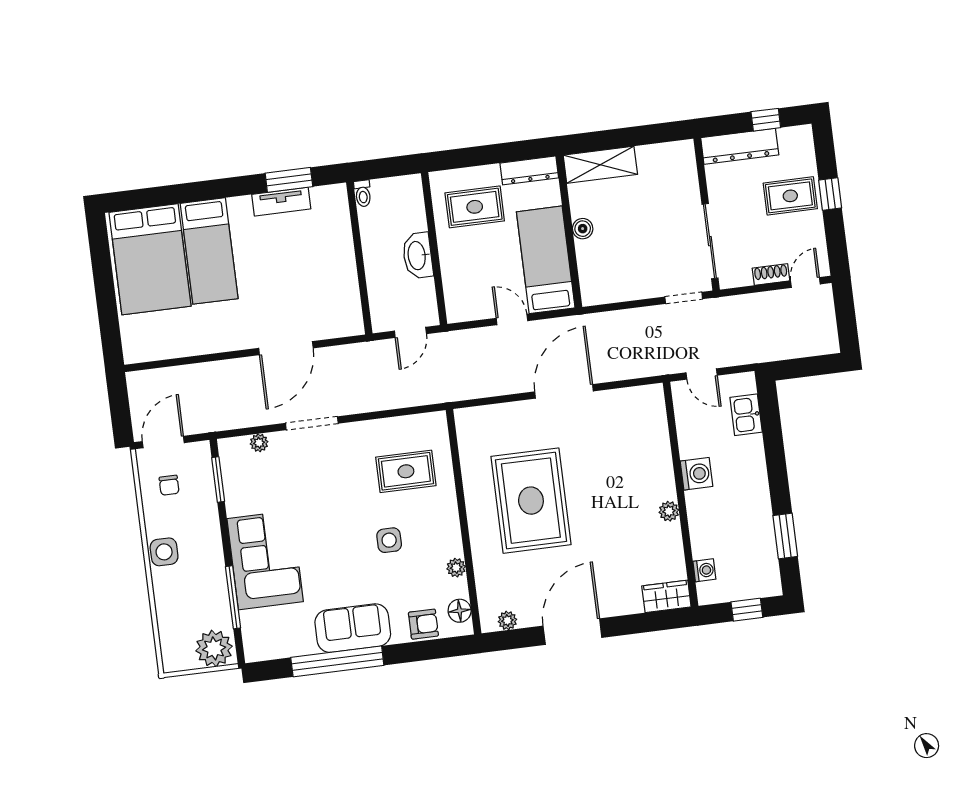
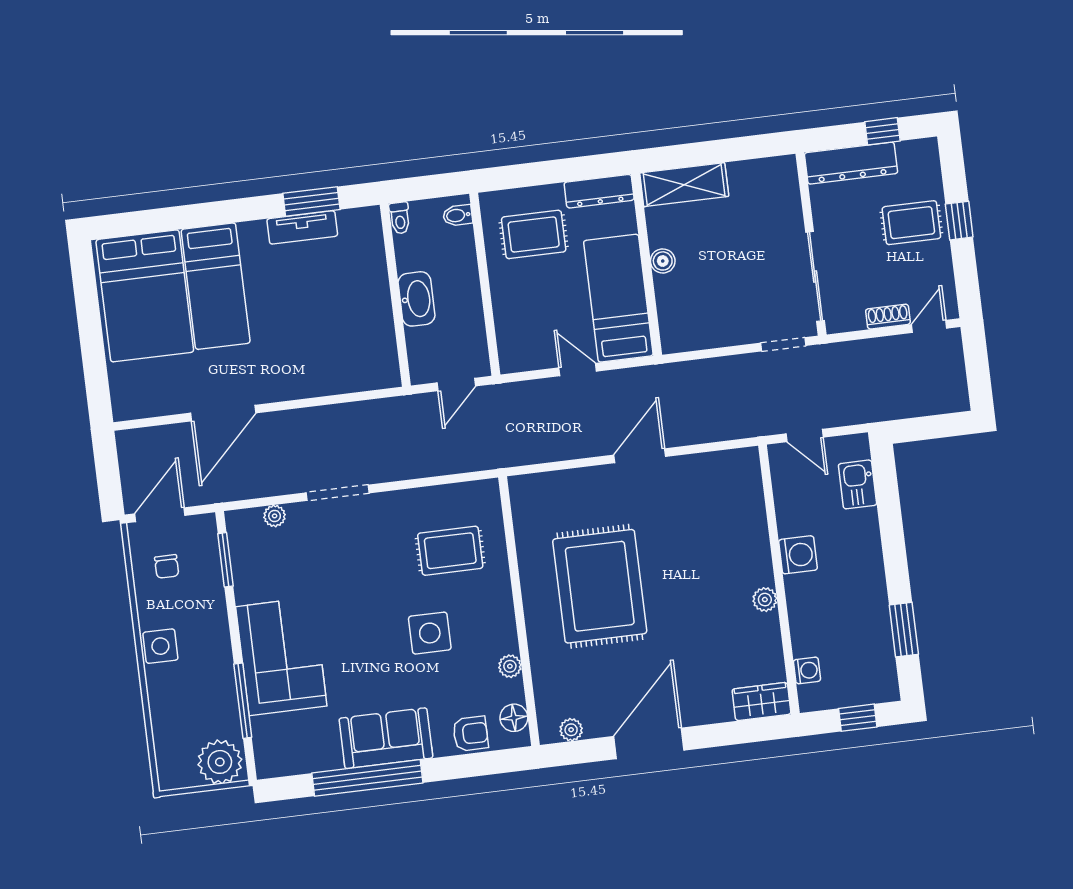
bidet: (411, 191) -> (458, 215), added
washbasin: (418, 256) -> (416, 299), moved, turned 180
door: (286, 348) -> (223, 413), moved
door: (564, 391) -> (640, 456), width x0.73
side table: (389, 540) -> (430, 633), width x1.37, depth x1.37

